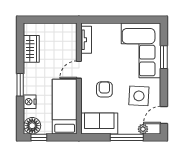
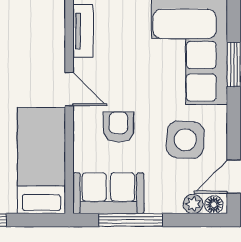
door: (79, 70) -> (69, 89), swing flipped
floor lamp: (154, 129) -> (214, 205), added
window: (127, 137) -> (131, 220), moved

